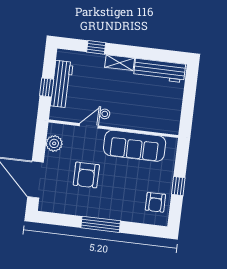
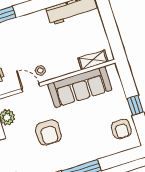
shelving: (120, 63) -> (93, 60), moved
door: (89, 126) -> (31, 87), hinge flipped

